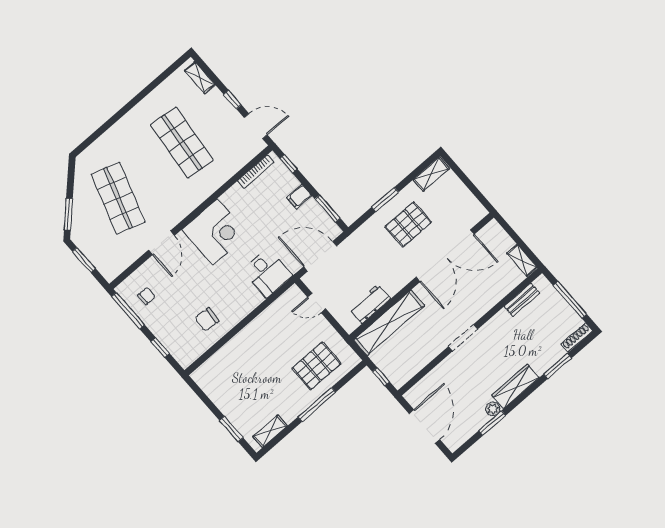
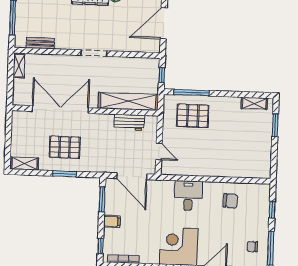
desk: (267, 273) -> (188, 196), moved
window: (317, 405) -> (191, 93), moved

